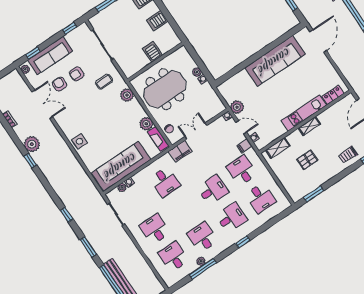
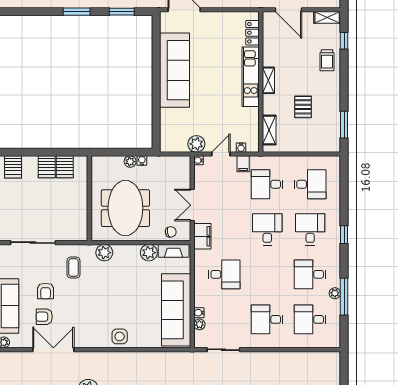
server rack: (152, 52) -> (65, 167), moved, turned -90

